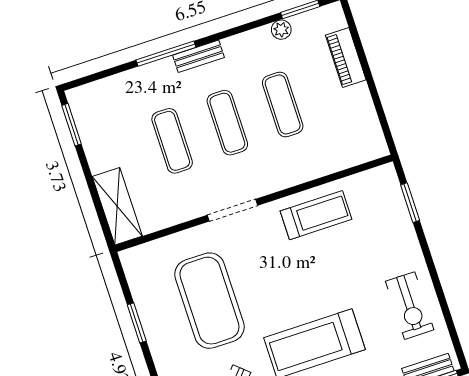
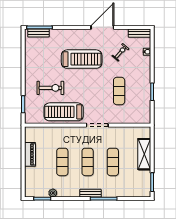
piano: (346, 57) -> (30, 154), moved
shelving: (117, 206) -> (144, 154), moved
treadmill: (316, 215) -> (64, 112), width x1.37, depth x1.38
exercise mat: (209, 301) -> (119, 91), width x0.50, depth x0.69
exercise bike: (410, 306) -> (50, 88), moved, turned 90

